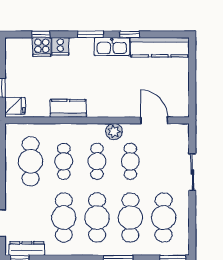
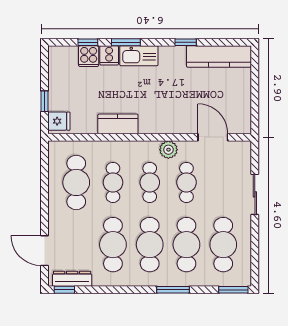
window: (91, 34) -> (126, 42), moved
kitchen sink: (112, 47) -> (139, 56), moved

